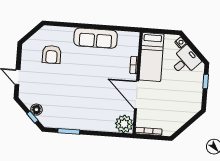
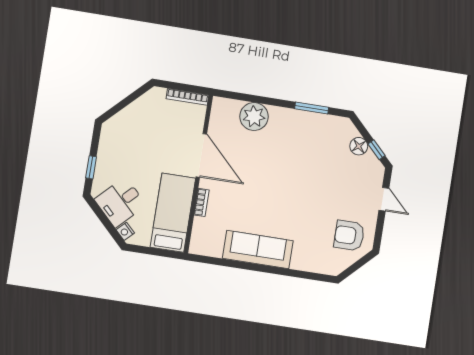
armchair: (52, 54) -> (349, 235), moved, turned -90
window: (32, 117) -> (377, 150), moved
plant: (124, 124) -> (254, 117), moved

